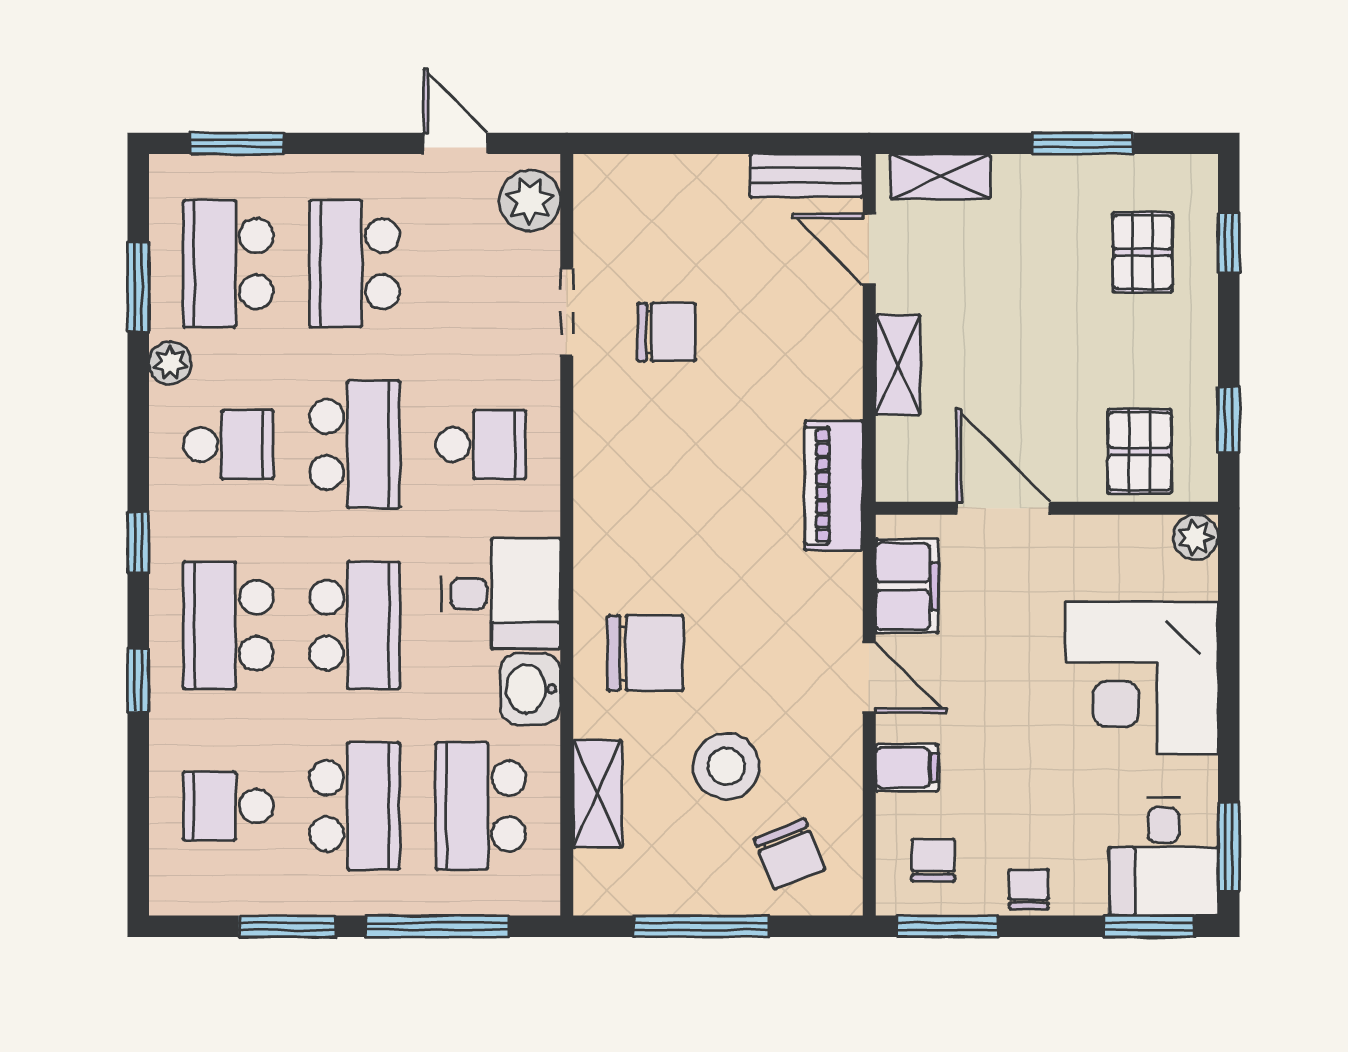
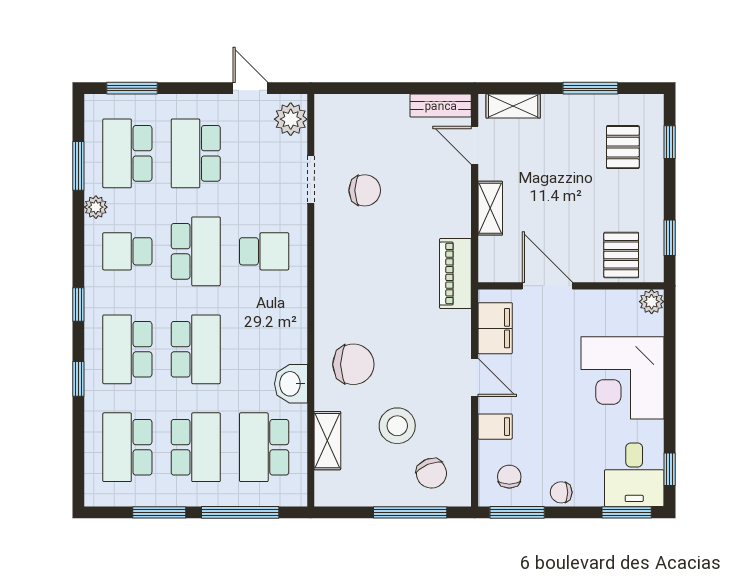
school desk: (228, 444) -> (127, 251), turned 180
desk: (501, 594) -> (275, 332), removed
school desk: (228, 806) -> (127, 447), width x1.85
window: (1229, 847) -> (670, 469), width x0.67
chair: (1029, 889) -> (561, 492), turned -90
window: (701, 926) -> (410, 512), moved

